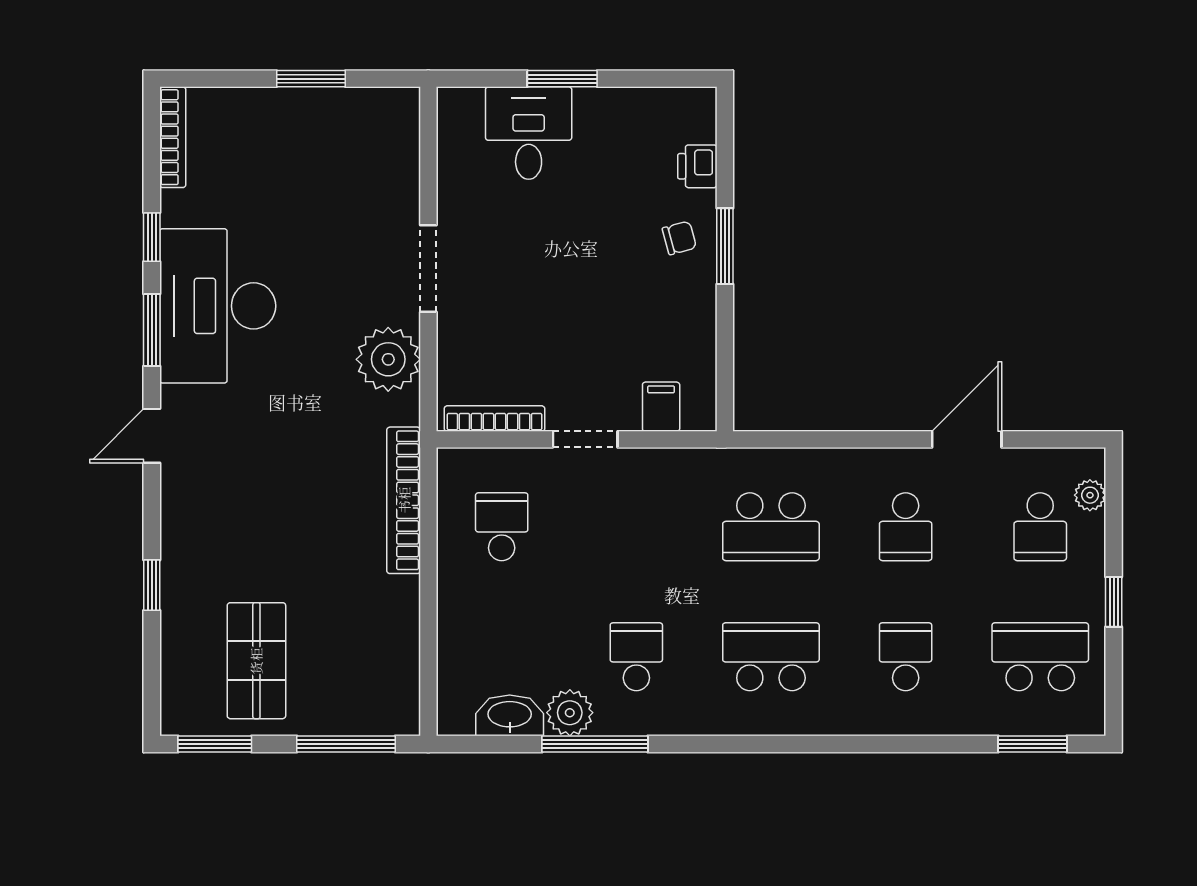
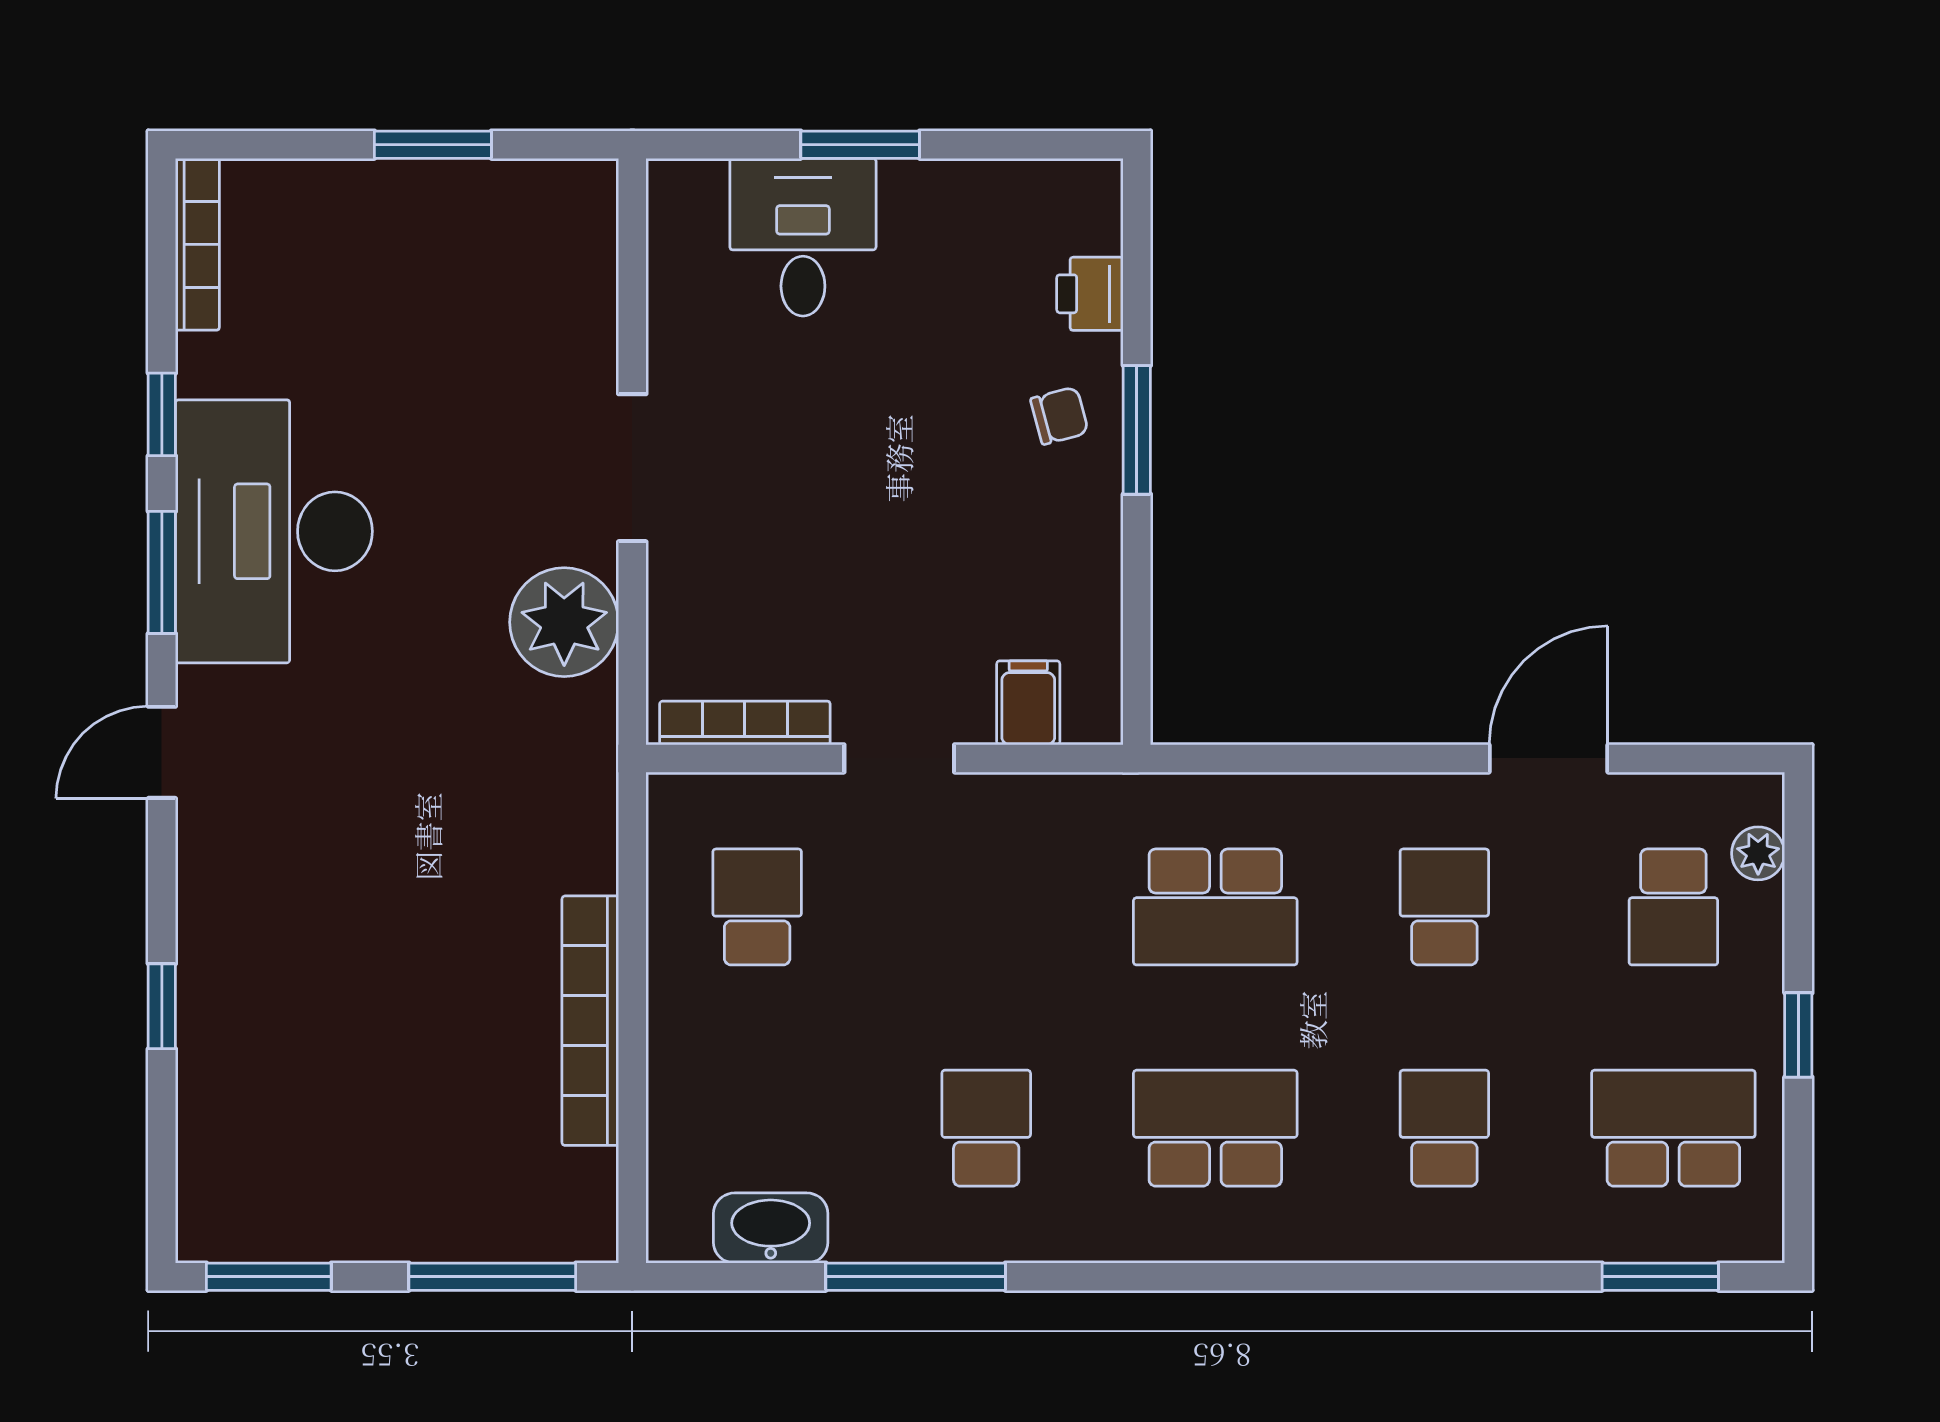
bookcase: (404, 500) -> (590, 1021), moved
school desk: (906, 527) -> (1444, 907), turned 180
shop shelf: (256, 661) -> (340, 1135), removed
plant: (570, 713) -> (873, 1223), removed

